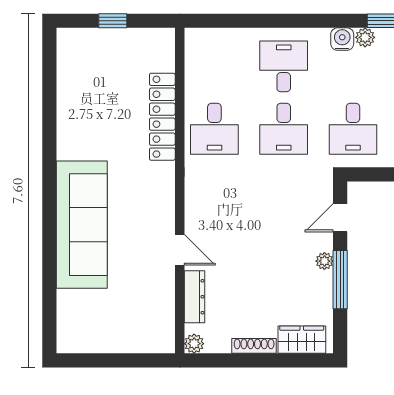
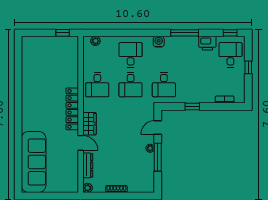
window: (113, 21) -> (63, 33), moved
plant: (365, 37) -> (95, 41), moved
locker: (162, 117) -> (72, 109), moved
sofa: (82, 225) -> (34, 162), moved
wardrobe: (302, 340) -> (90, 124), moved, turned 90

